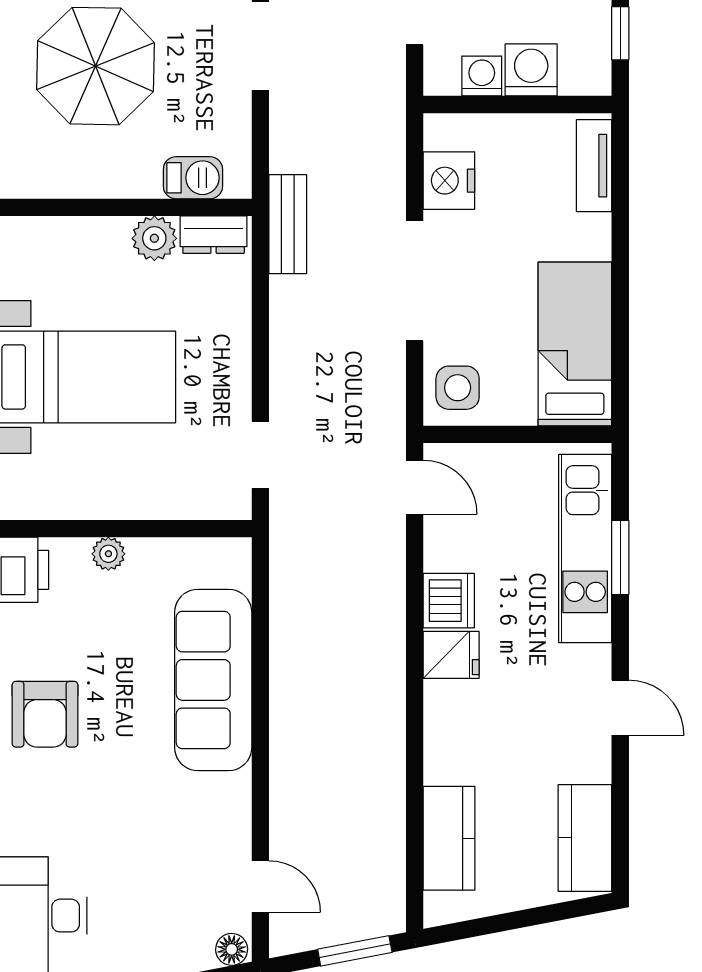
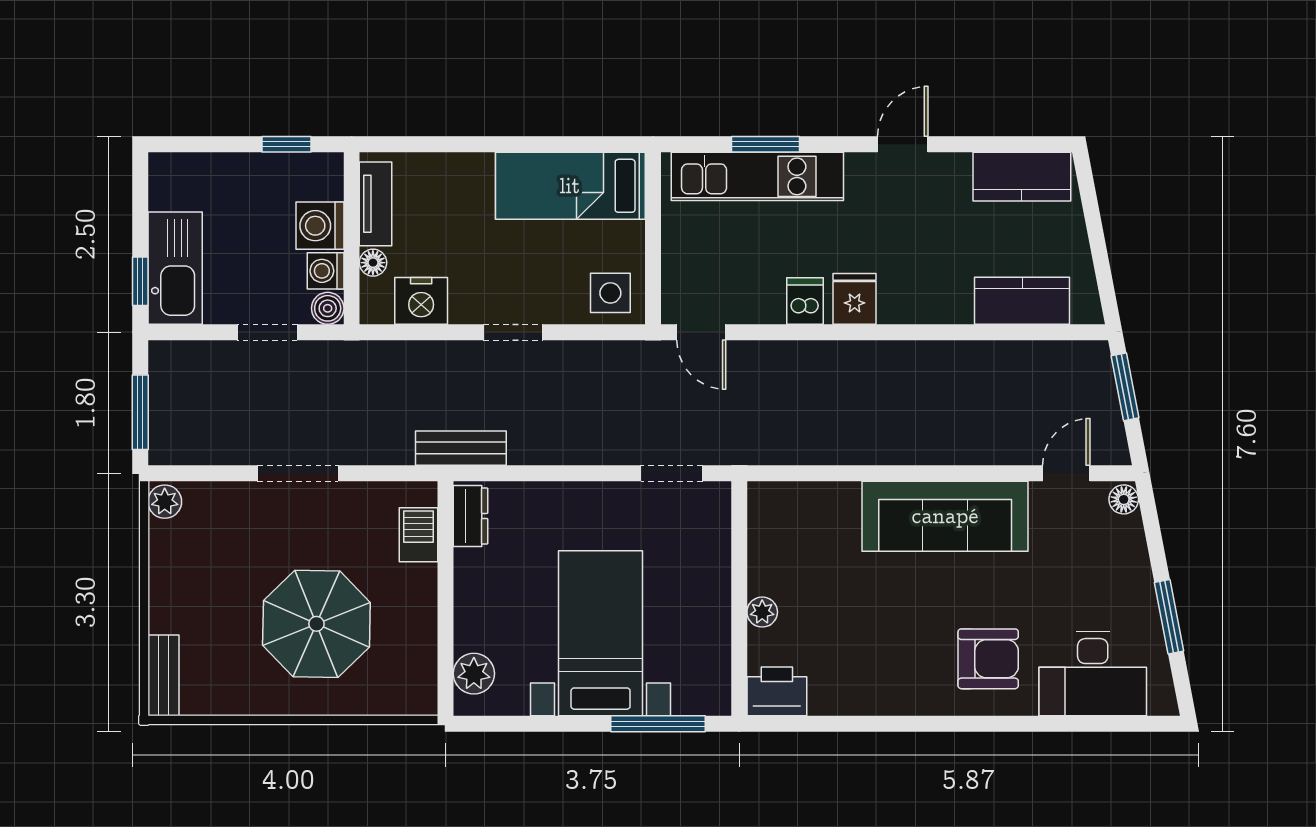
boiler: (441, 78) -> (328, 308), added
floor lamp: (491, 128) -> (373, 263), added
tv unit: (594, 166) -> (375, 204), moved, turned -90
plant: (154, 238) -> (474, 674), moved
doorway: (415, 281) -> (513, 332), width x0.53
door: (415, 487) -> (701, 332), swing flipped
dishwasher: (449, 601) -> (805, 301), width x0.73
sofa: (213, 680) -> (945, 516), moved
armchair: (45, 714) -> (988, 659), moved

